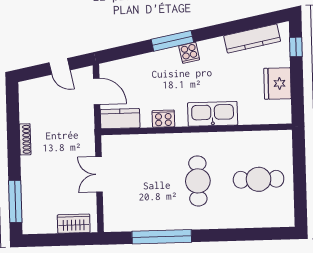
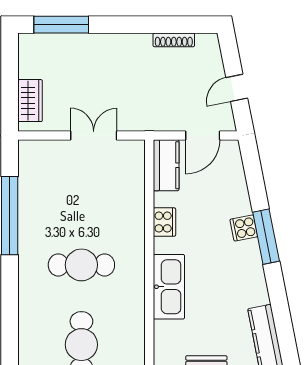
cooker: (189, 53) -> (244, 228), moved
shoe rack: (25, 139) -> (174, 40), moved

